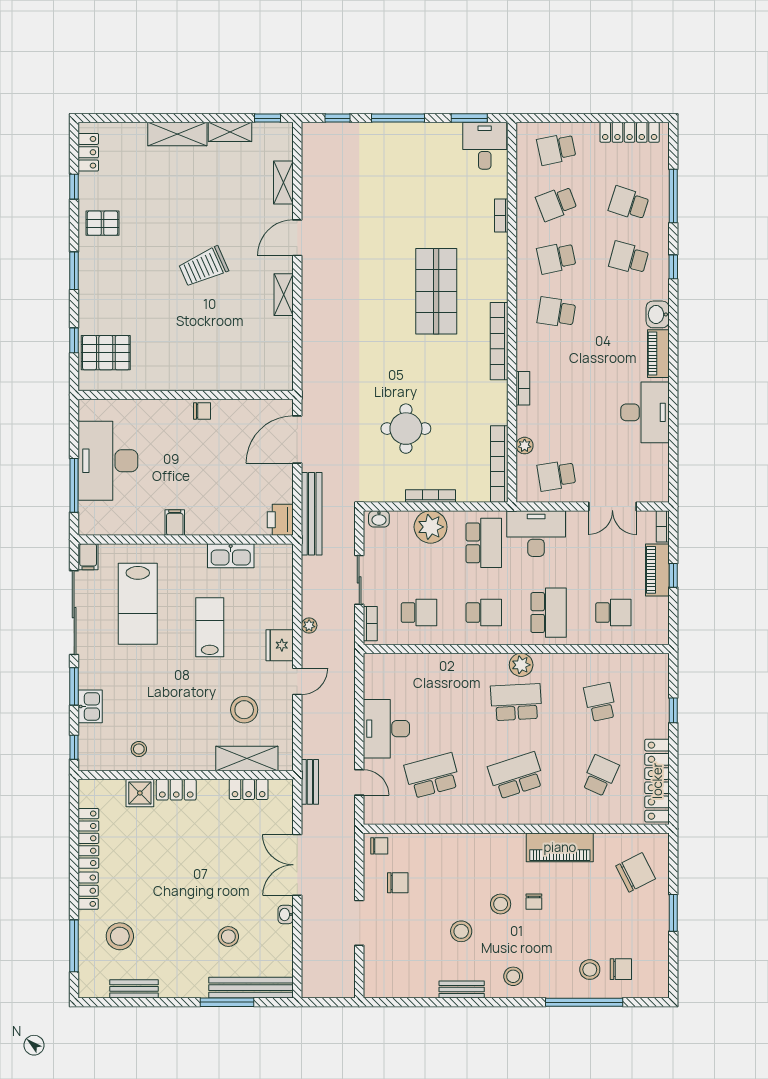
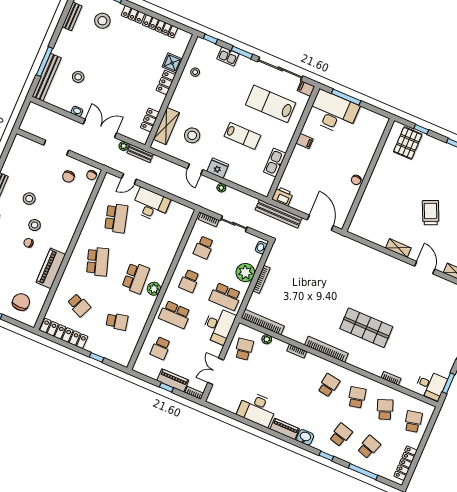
round table: (406, 429) -> (302, 282), removed
desk: (108, 461) -> (333, 112), moved
plant: (309, 814) -> (124, 146), added
chair: (636, 872) -> (21, 302), turned -153

